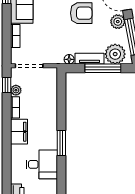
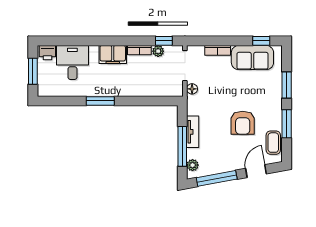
plant: (118, 22) -> (233, 163), removed
plant: (115, 54) -> (193, 165), width x0.53, depth x0.53
floor lamp: (69, 59) -> (192, 89), moved
desk: (42, 164) -> (72, 62), moved, turned 180

